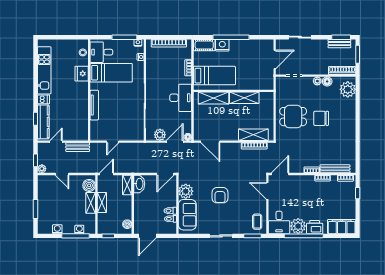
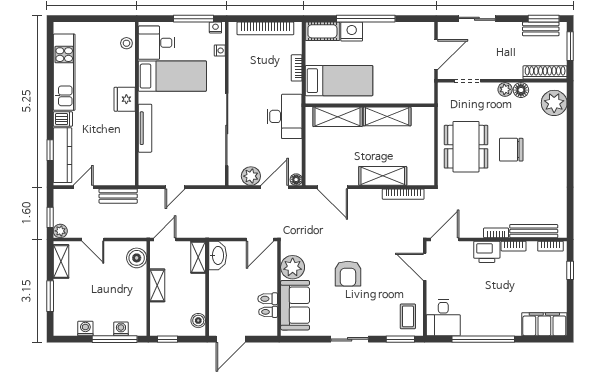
fridge: (82, 74) -> (125, 99), moved
dining table: (293, 117) -> (466, 147), width x1.38
shelving: (253, 135) -> (383, 176), moved
shelving: (91, 203) -> (61, 261), moved
plant: (298, 226) -> (474, 324), removed
printer: (315, 227) -> (487, 252), moved, turned 180

